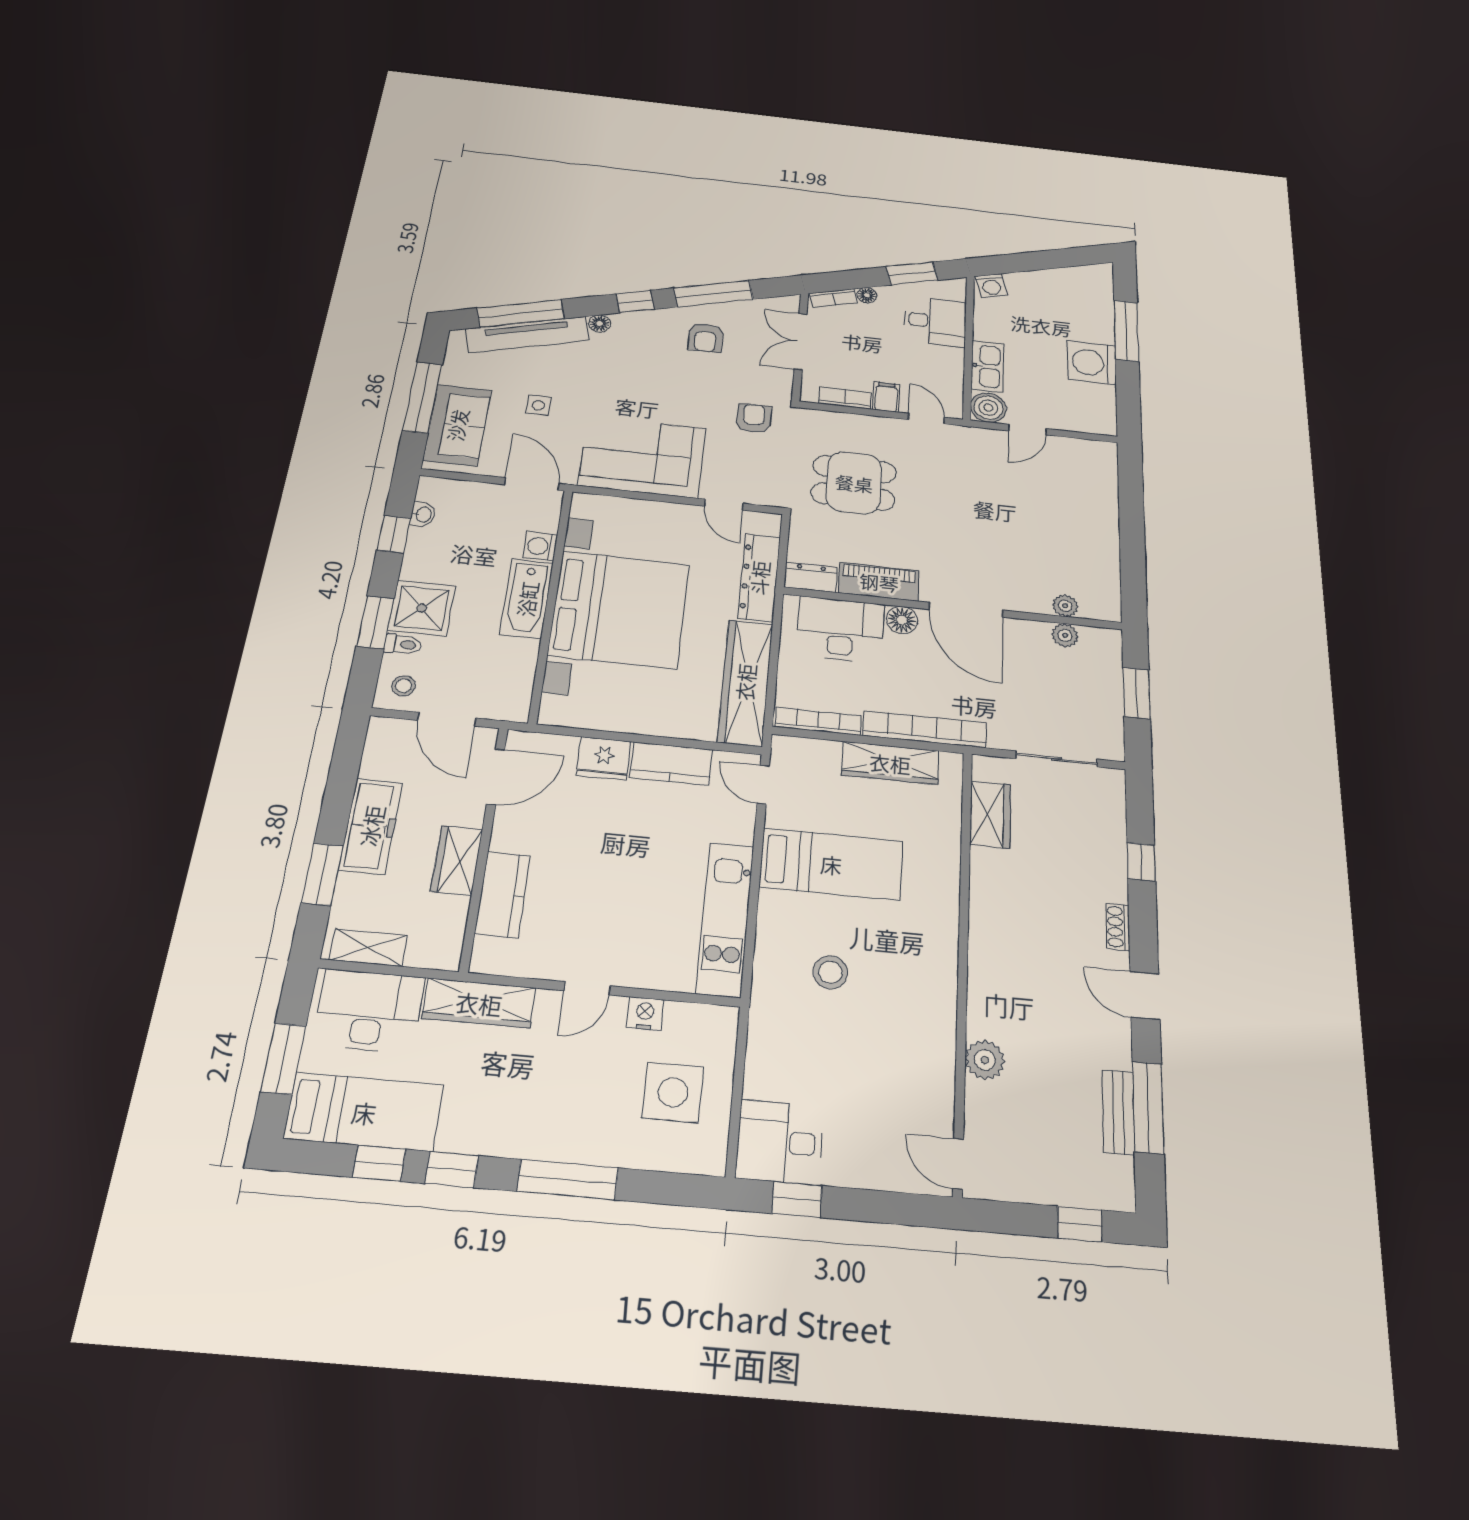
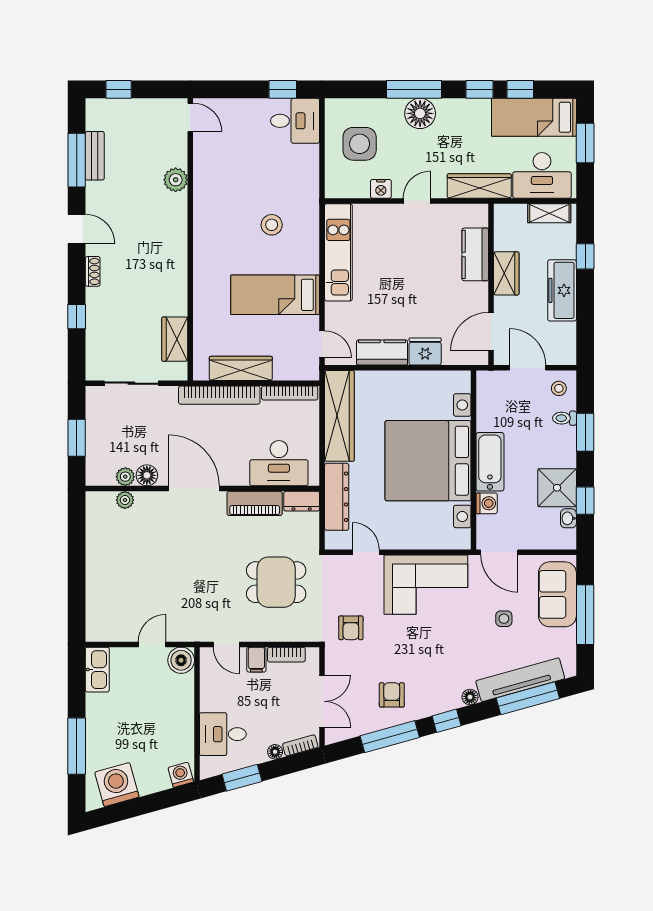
washing machine: (1092, 363) -> (117, 785), moved, turned -106
kitchen sink: (987, 366) -> (97, 670), moved, turned 180
shower: (422, 608) -> (557, 488), moved
floor lamp: (902, 620) -> (147, 475), moved
window: (322, 874) -> (585, 256), width x0.67
floor lamp: (563, 1136) -> (420, 113), added

